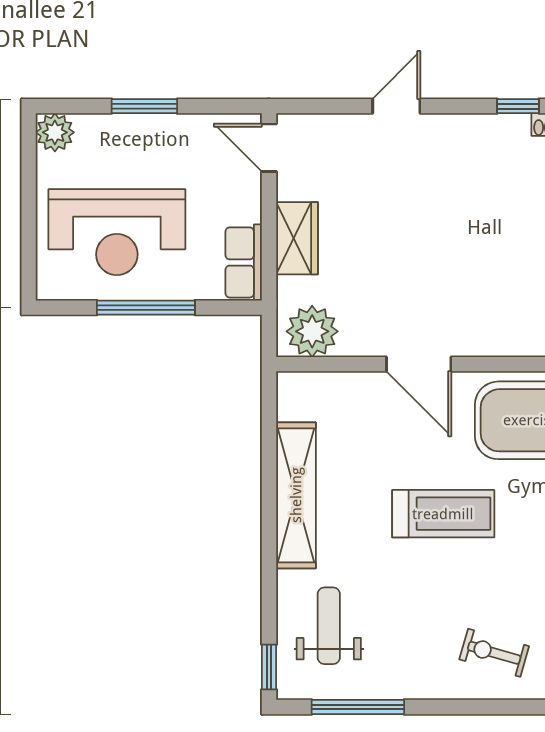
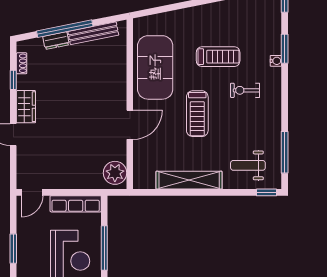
wardrobe: (297, 238) -> (26, 107), moved, turned 90
row of seats: (244, 262) -> (76, 204), width x1.48
treadmill: (443, 514) -> (197, 114), turned 180
exercise bike: (494, 653) -> (245, 90), moved, turned 74

